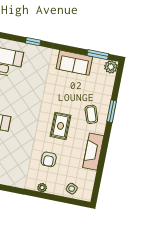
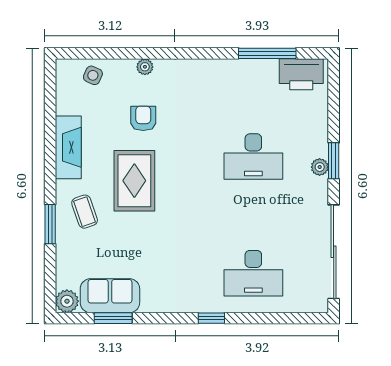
window: (98, 55) -> (113, 318), moved
sofa: (74, 63) -> (110, 296), moved
rug: (60, 126) -> (134, 181), width x1.36, depth x1.43

